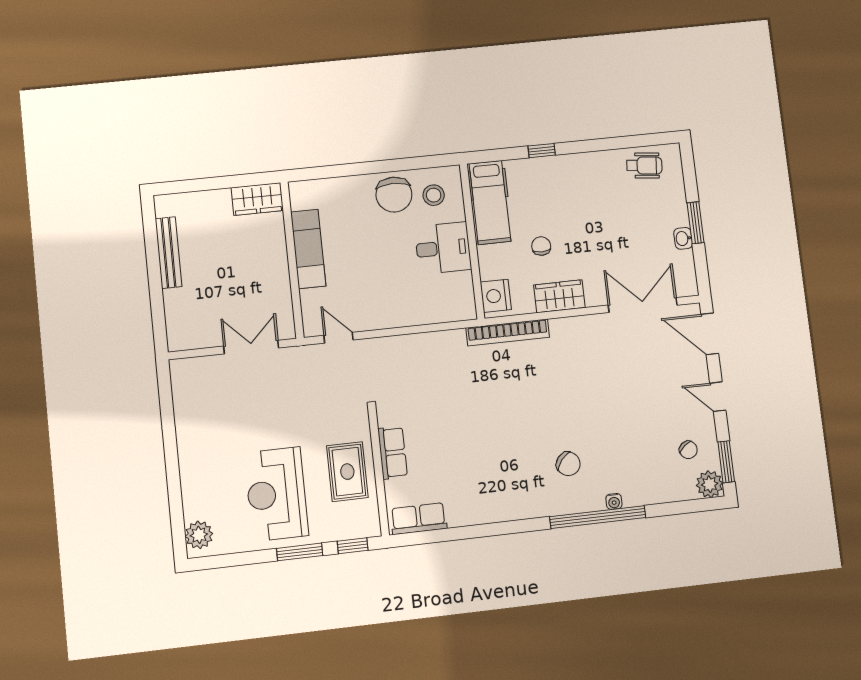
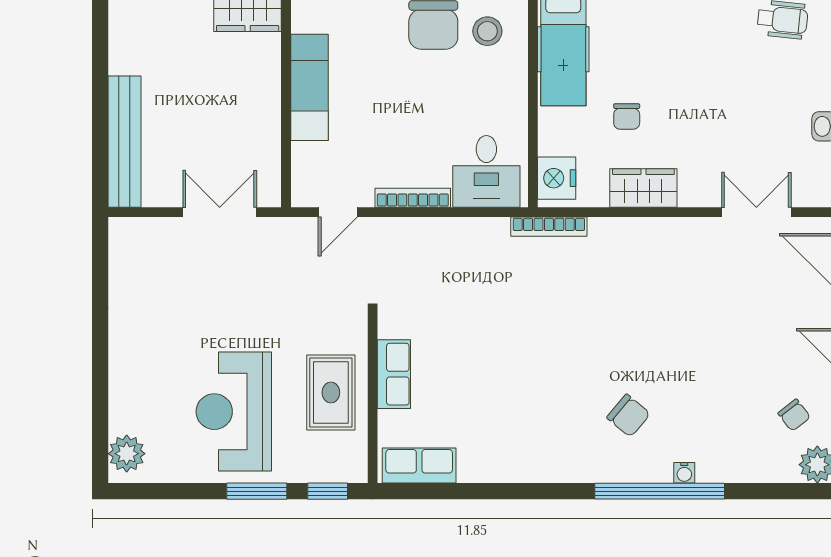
chair: (541, 246) -> (627, 116), turned 180
desk: (443, 248) -> (486, 171), moved, turned 90
bench: (168, 253) -> (124, 142), moved, width x1.37, depth x1.21
double door: (643, 305) -> (756, 212), width x0.73
bookcase: (392, 321) -> (413, 198), added
bookcase: (508, 332) -> (549, 227), width x0.68, depth x0.76
door: (339, 338) -> (338, 212), swing flipped

